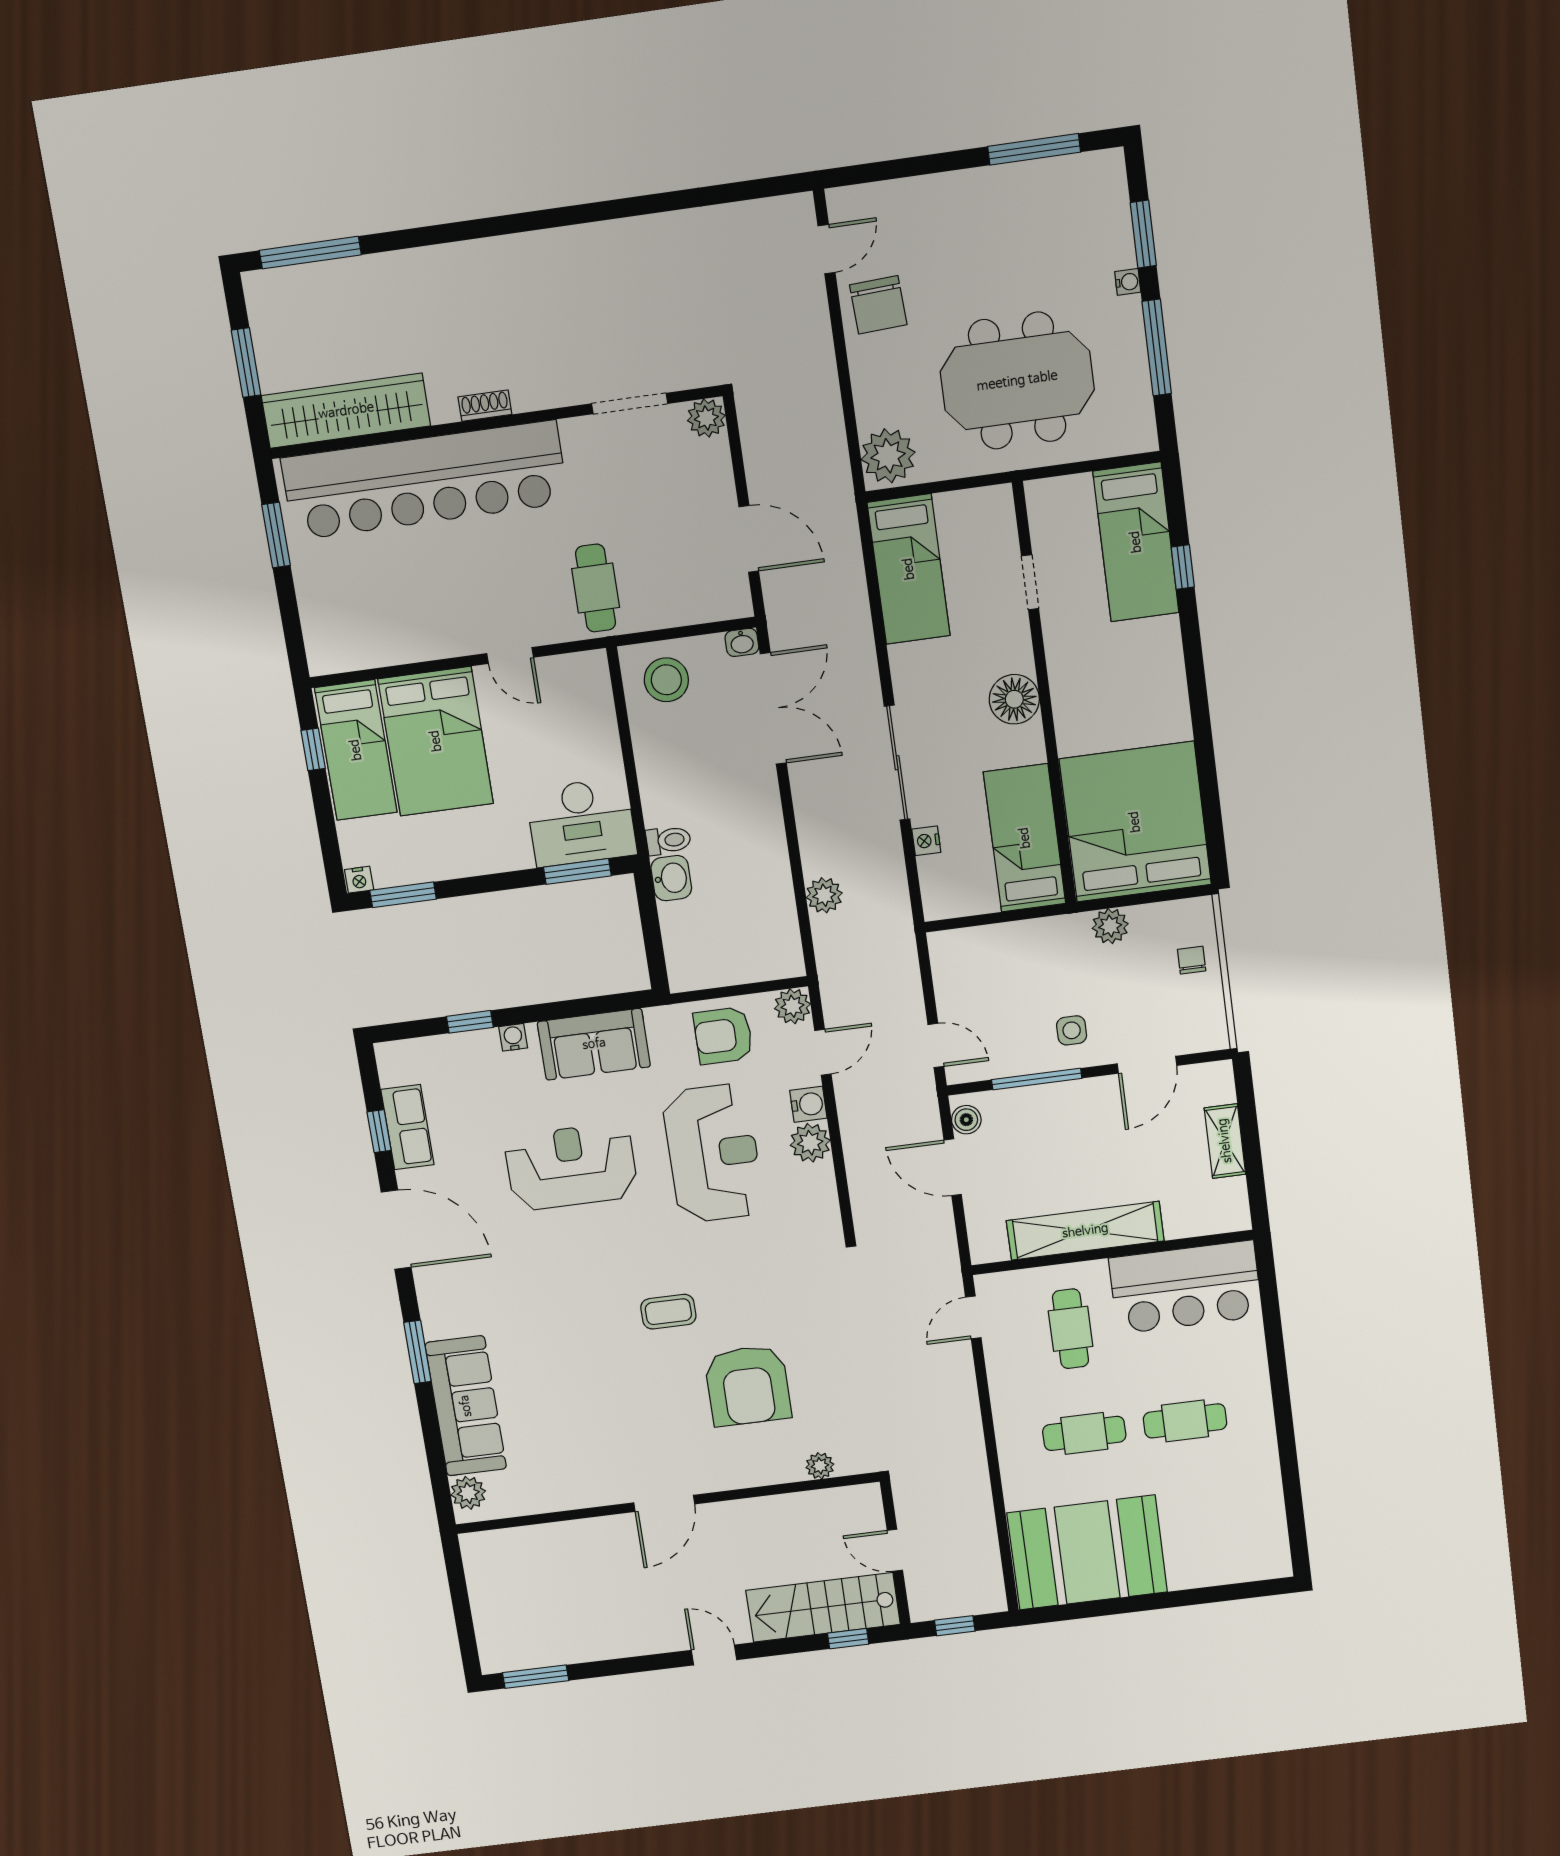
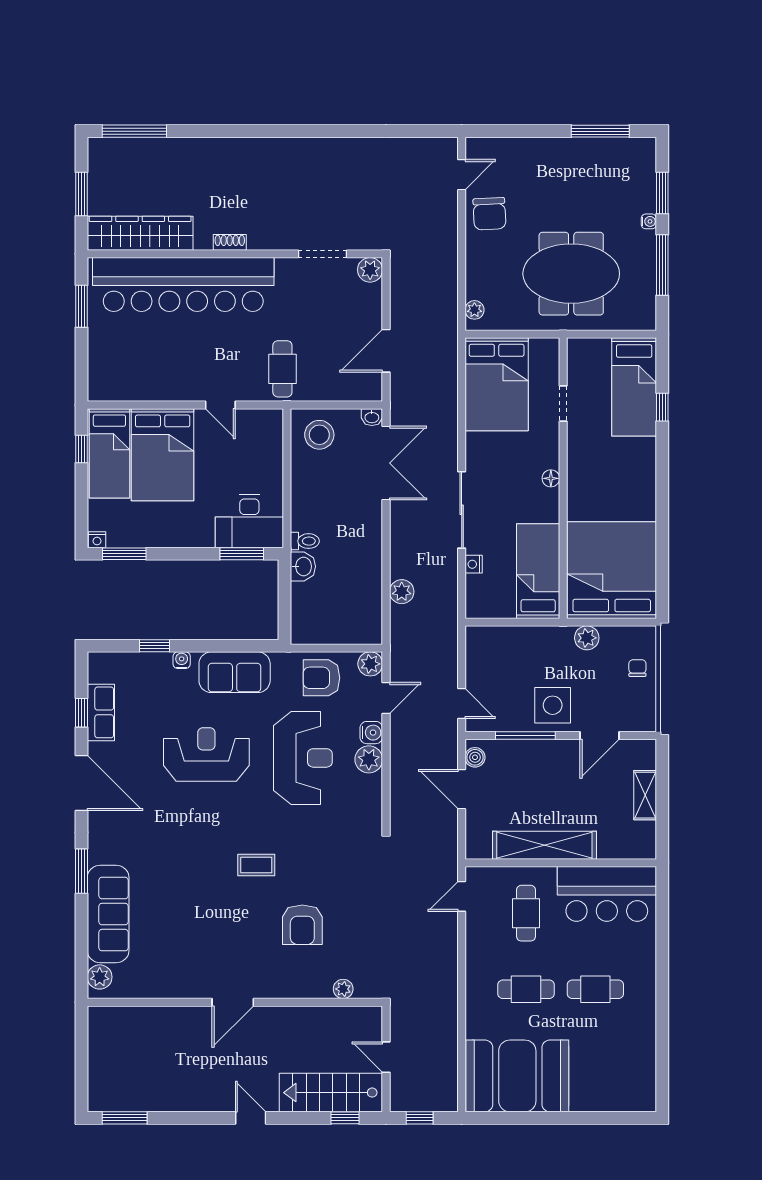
plant: (888, 456) -> (474, 310), width x0.53, depth x0.53
door: (749, 539) -> (386, 351), swing flipped
bed: (909, 569) -> (497, 384), width x1.50
floor lamp: (1014, 699) -> (551, 478), width x0.53, depth x0.53
side table: (1072, 1030) -> (553, 705), width x1.87, depth x1.87
armchair: (748, 1386) -> (302, 925), width x0.73, depth x0.73

